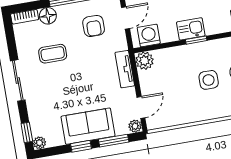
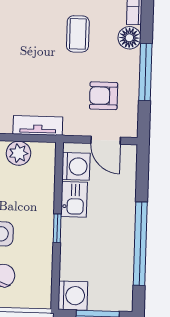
kitchen sink: (191, 29) -> (74, 199), moved
plant: (145, 61) -> (18, 153), moved

